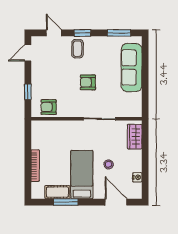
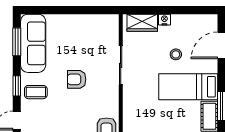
sofa: (132, 68) -> (33, 43), moved, turned -90
armchair: (88, 82) -> (77, 79), turned 90
nightstand: (137, 177) -> (164, 20), moved

